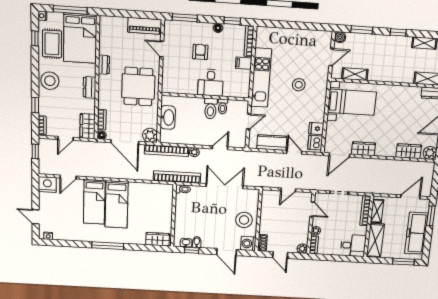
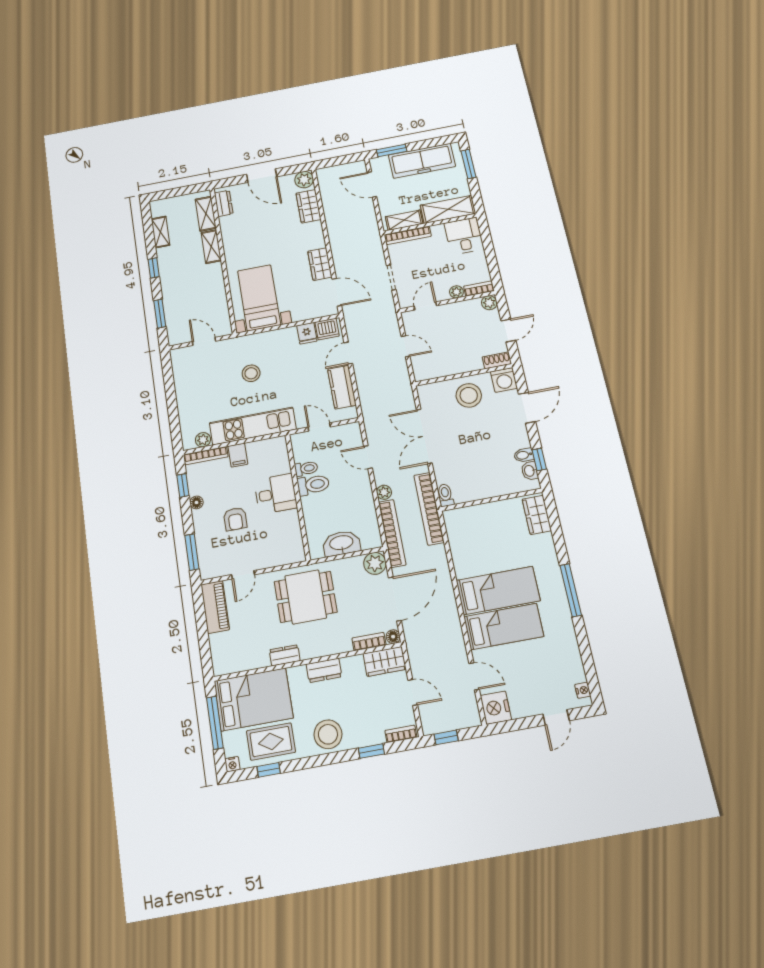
boiler: (340, 37) -> (175, 338), removed
plant: (261, 42) -> (203, 440), added
armchair: (200, 52) -> (235, 519), turned -90
shelving: (355, 74) -> (211, 247), moved

